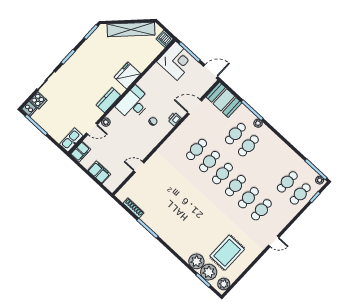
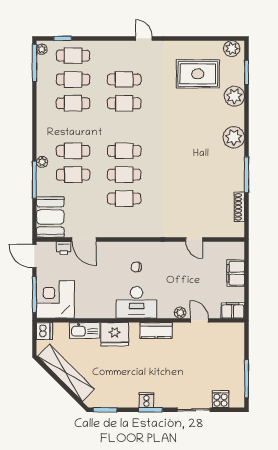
cooker: (29, 109) -> (146, 400), moved
printer: (174, 119) -> (64, 248), moved
kitchen sink: (71, 140) -> (85, 330), moved
cafe table: (235, 186) -> (73, 103), moved
plant: (209, 272) -> (234, 137), moved

